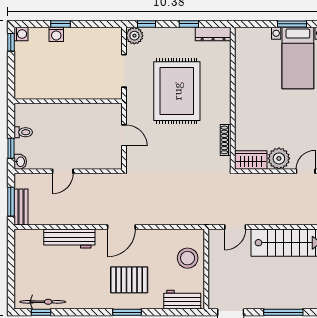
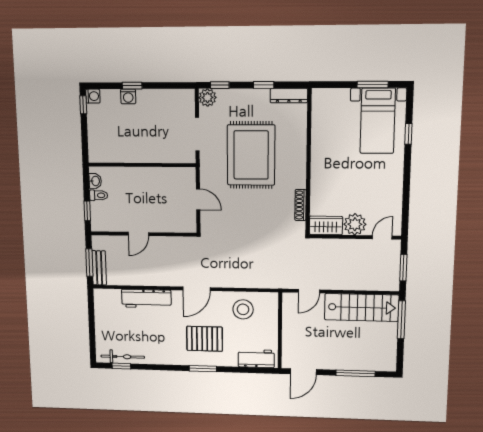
washbasin: (20, 162) -> (95, 181), moved
stool: (188, 258) -> (243, 309), moved

